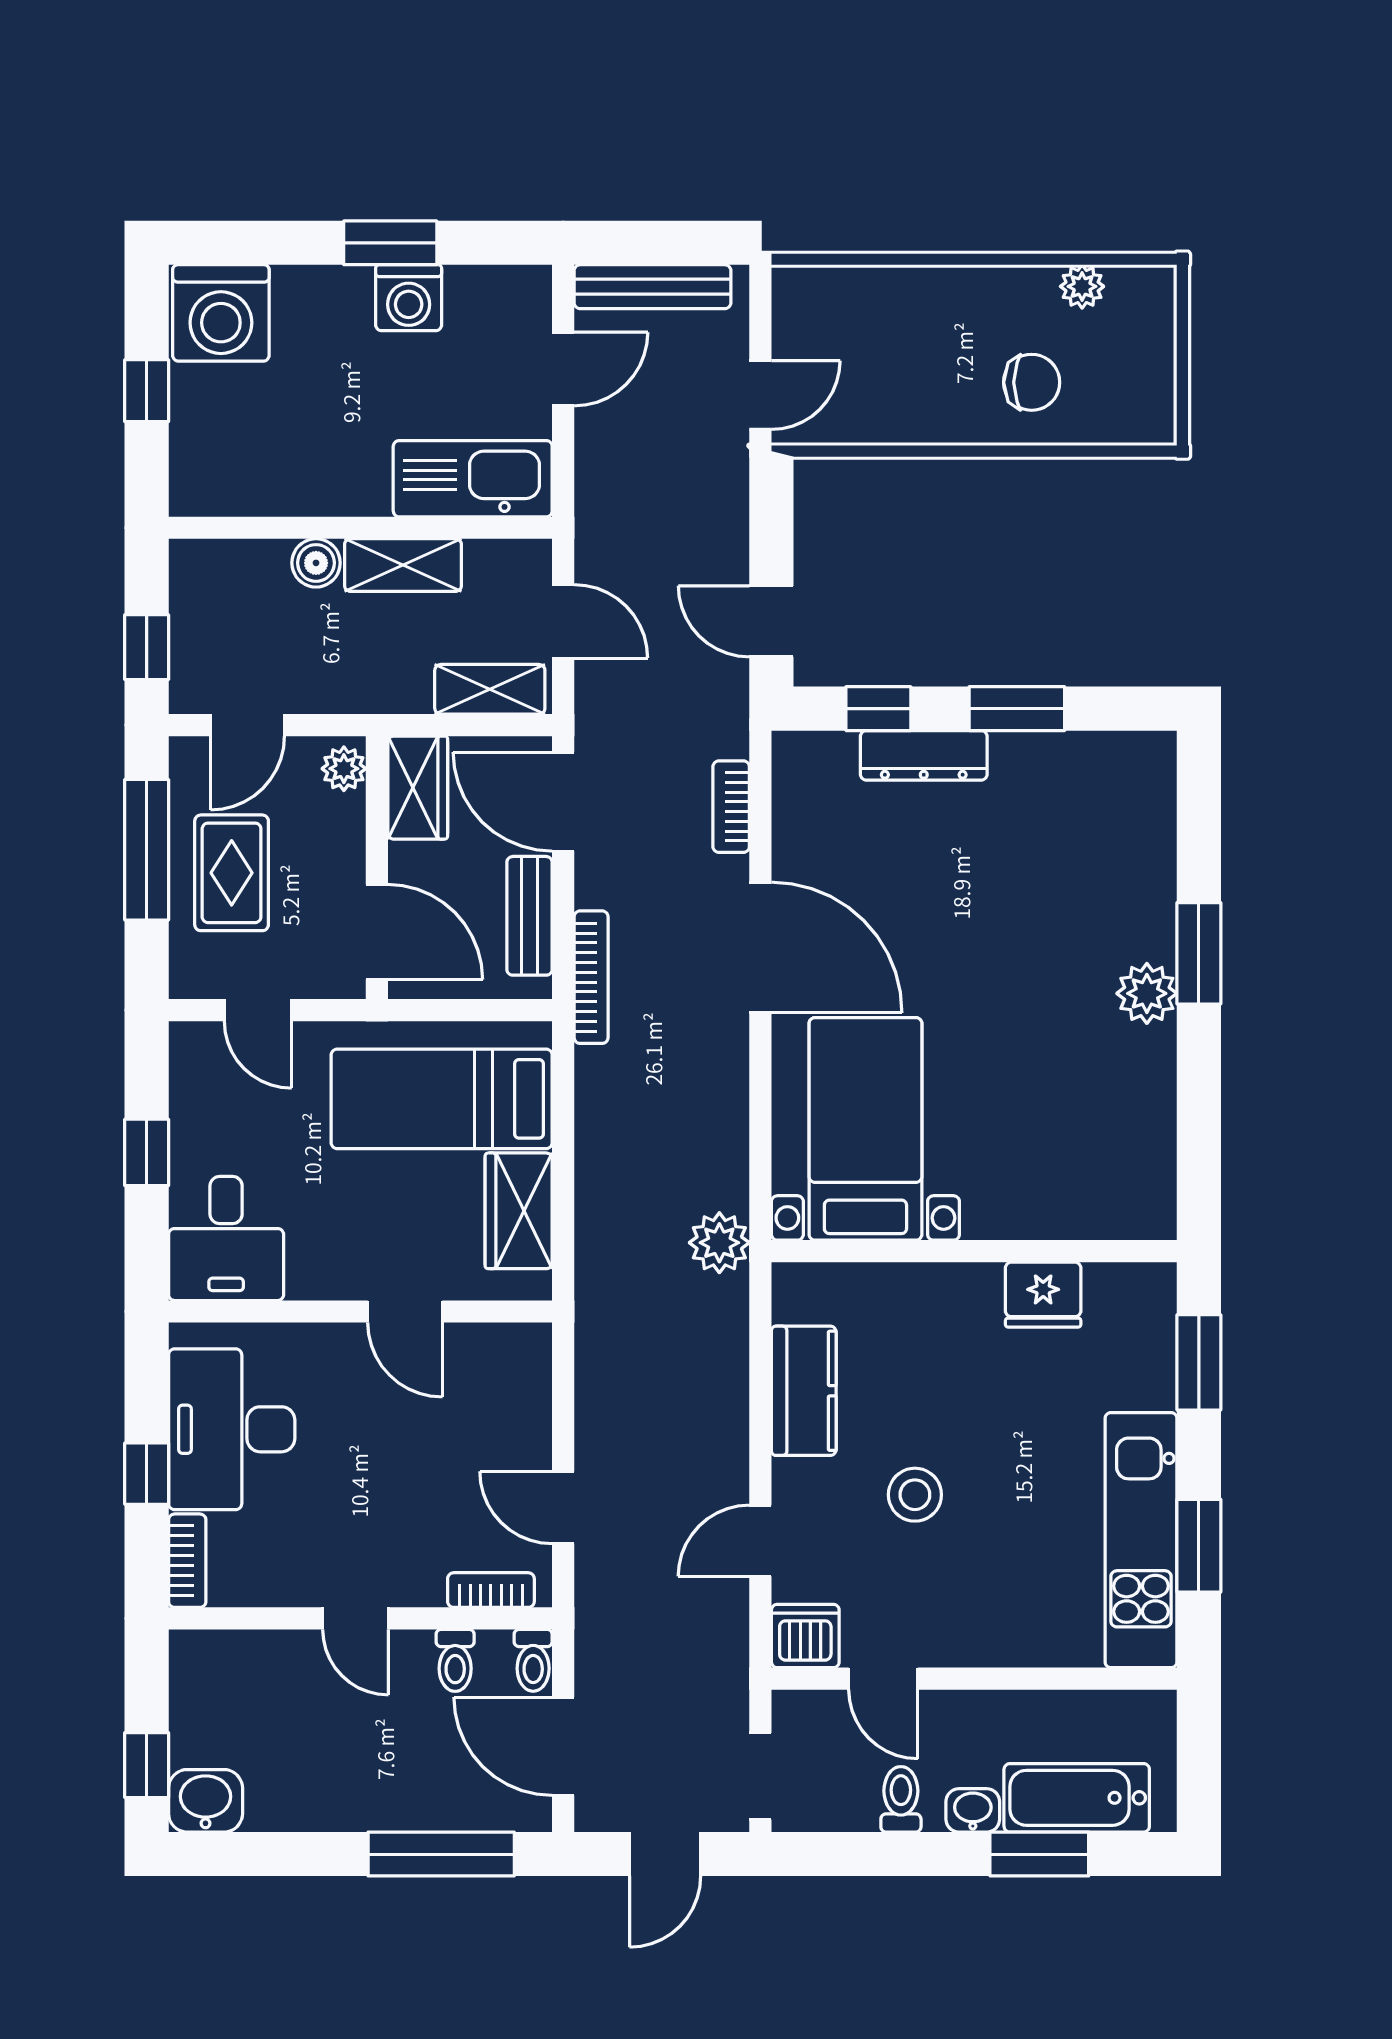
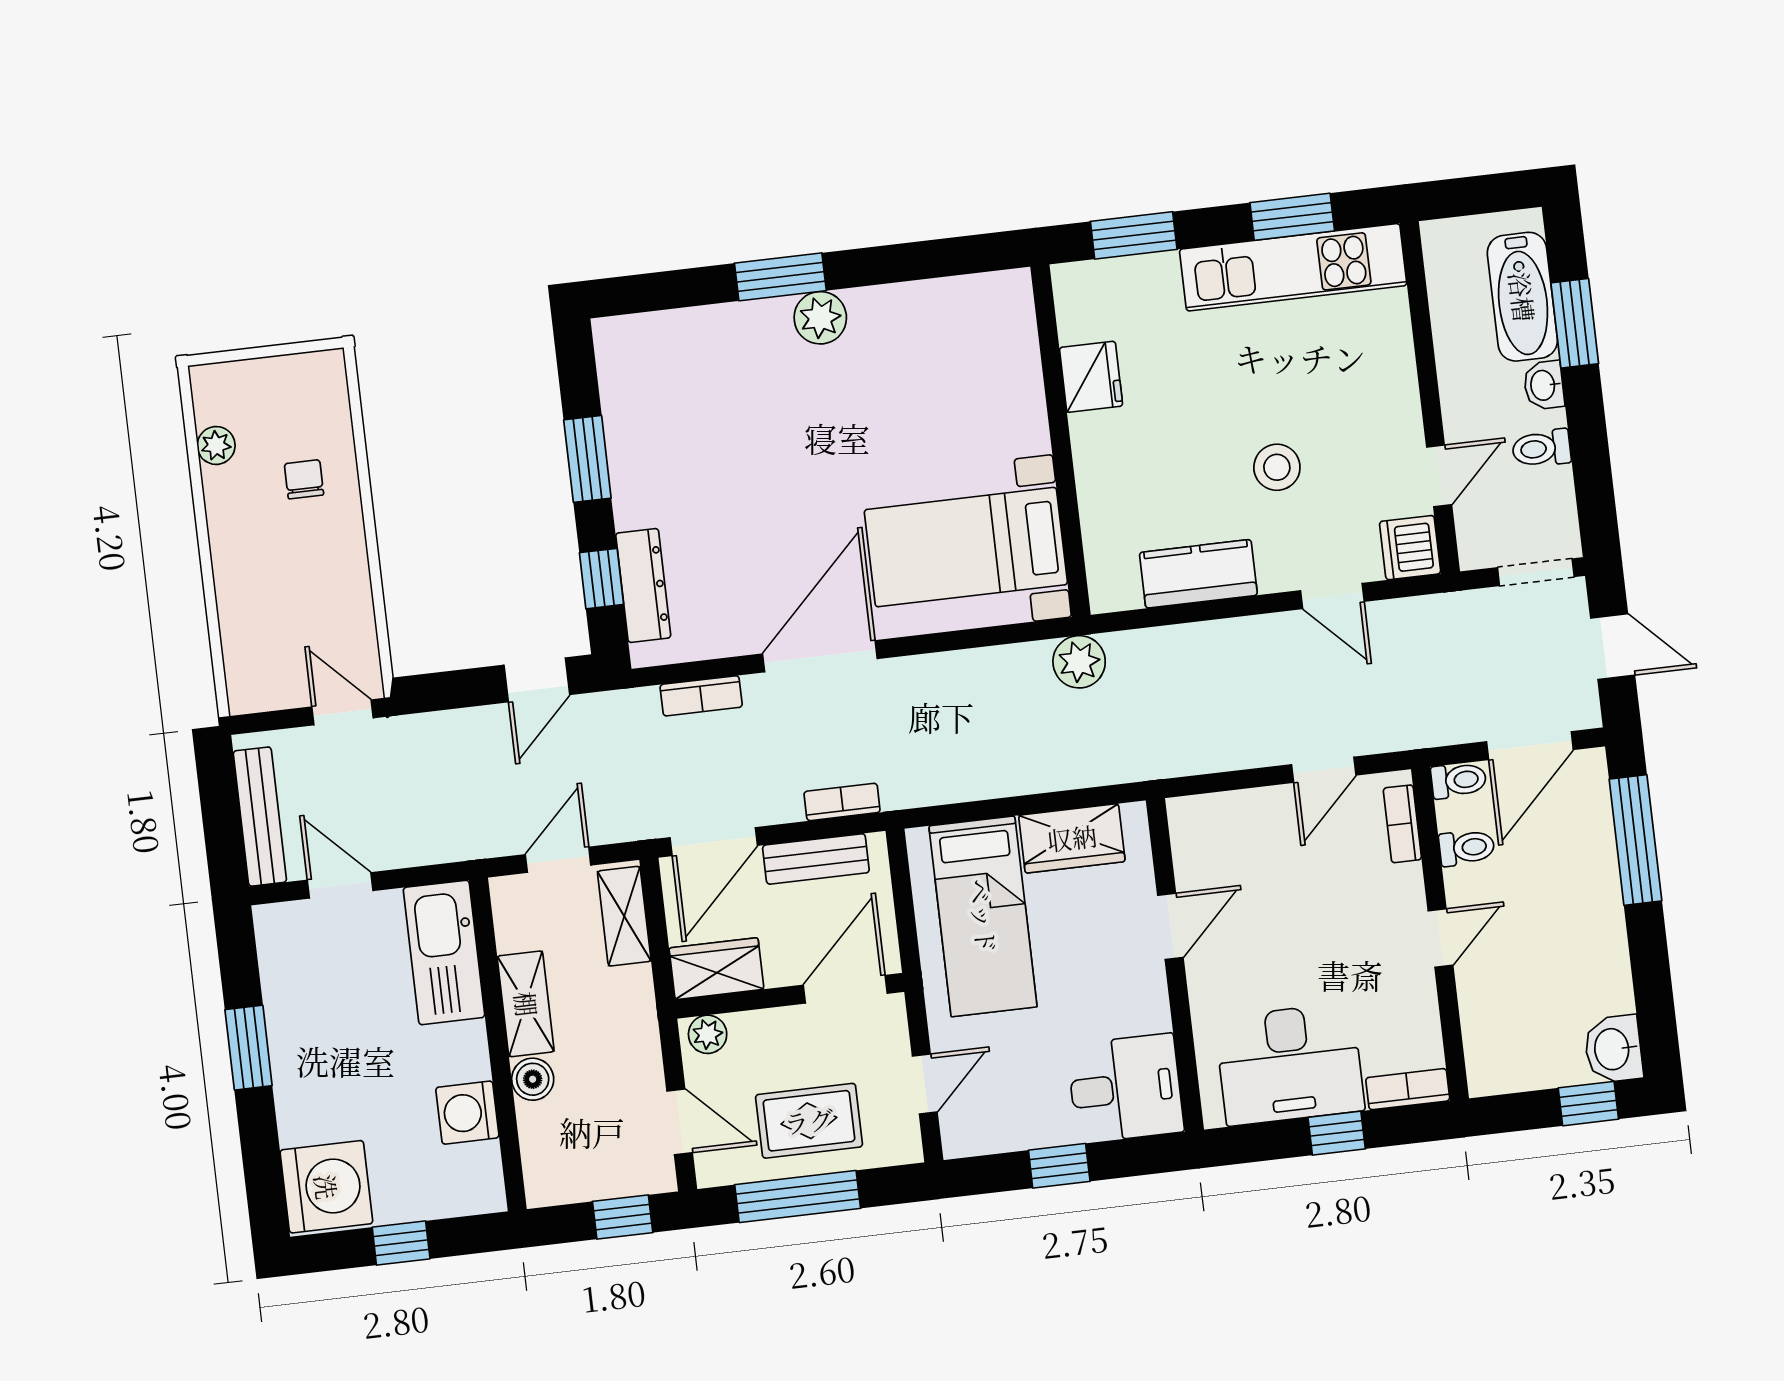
washing machine: (409, 298) -> (467, 1113), moved, turned 180
chair: (1032, 382) -> (304, 479), width x0.73, depth x0.73
dresser: (924, 755) -> (643, 585), moved
bookcase: (591, 977) -> (842, 802), width x0.64

